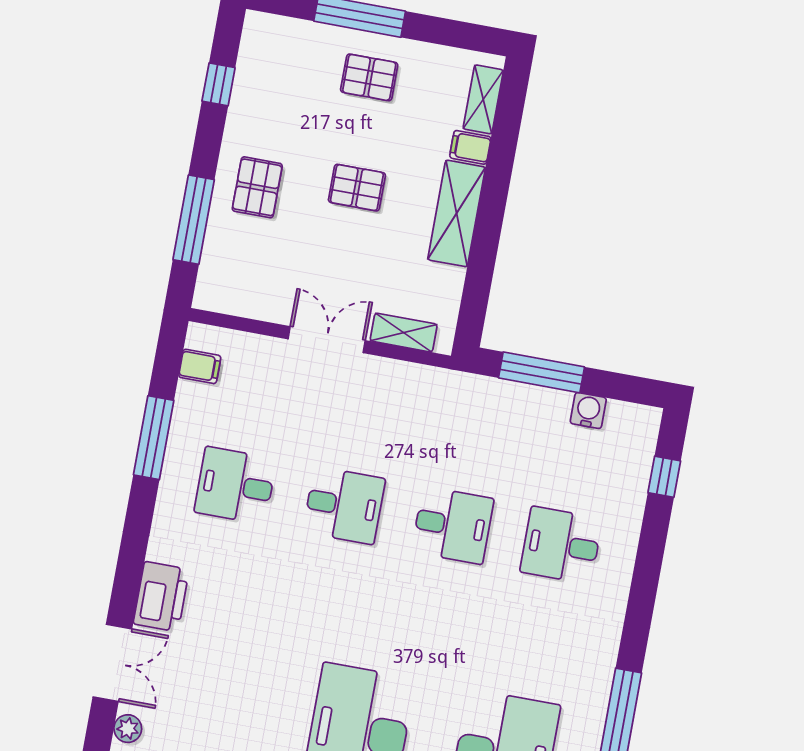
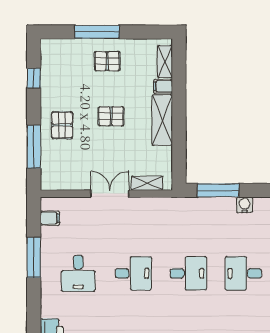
desk: (235, 485) -> (78, 273), turned -90

